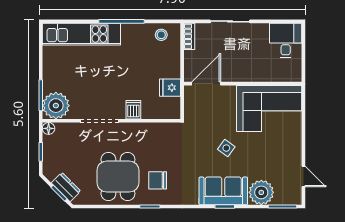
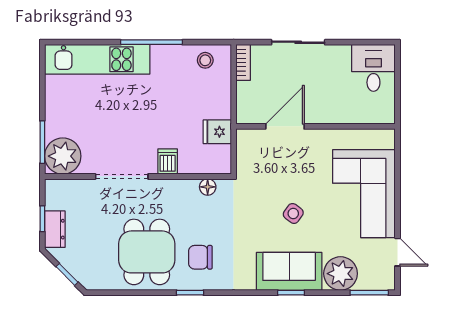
door: (206, 84) -> (285, 126), moved
corner sofa: (269, 109) -> (364, 194), moved, turned 90
floor lamp: (49, 128) -> (208, 187), moved
dresser: (66, 187) -> (55, 229), moved, turned 45

